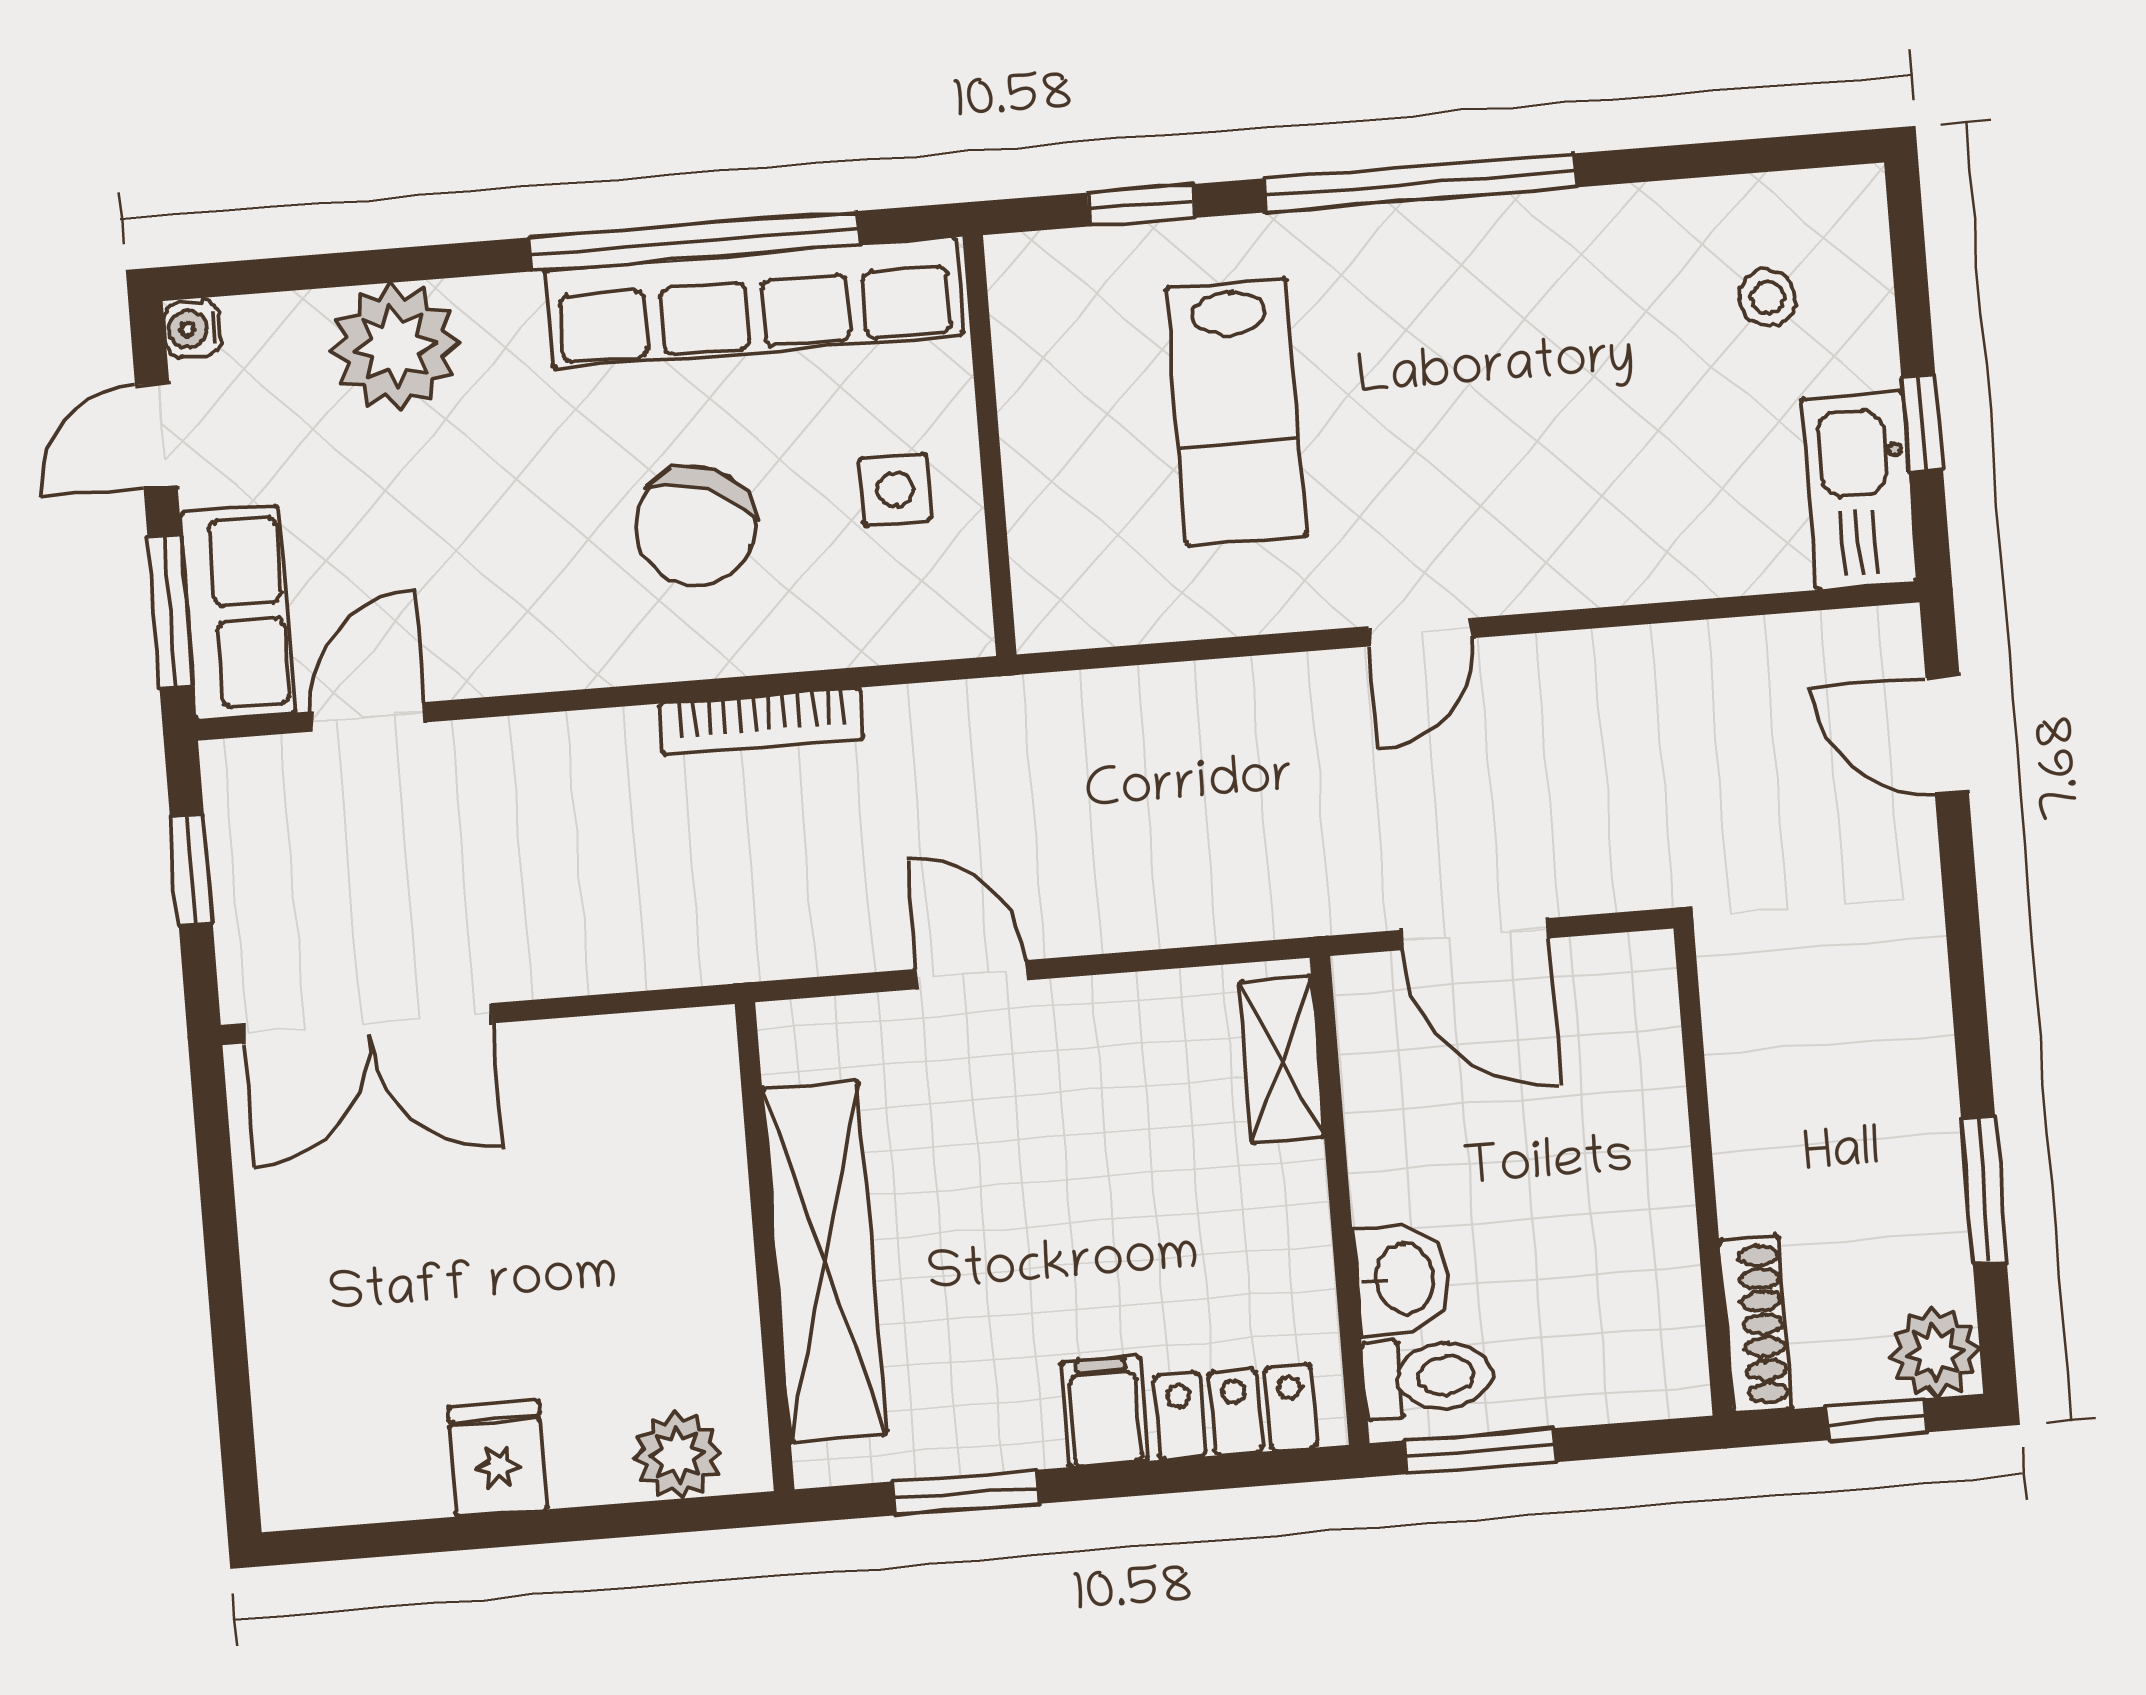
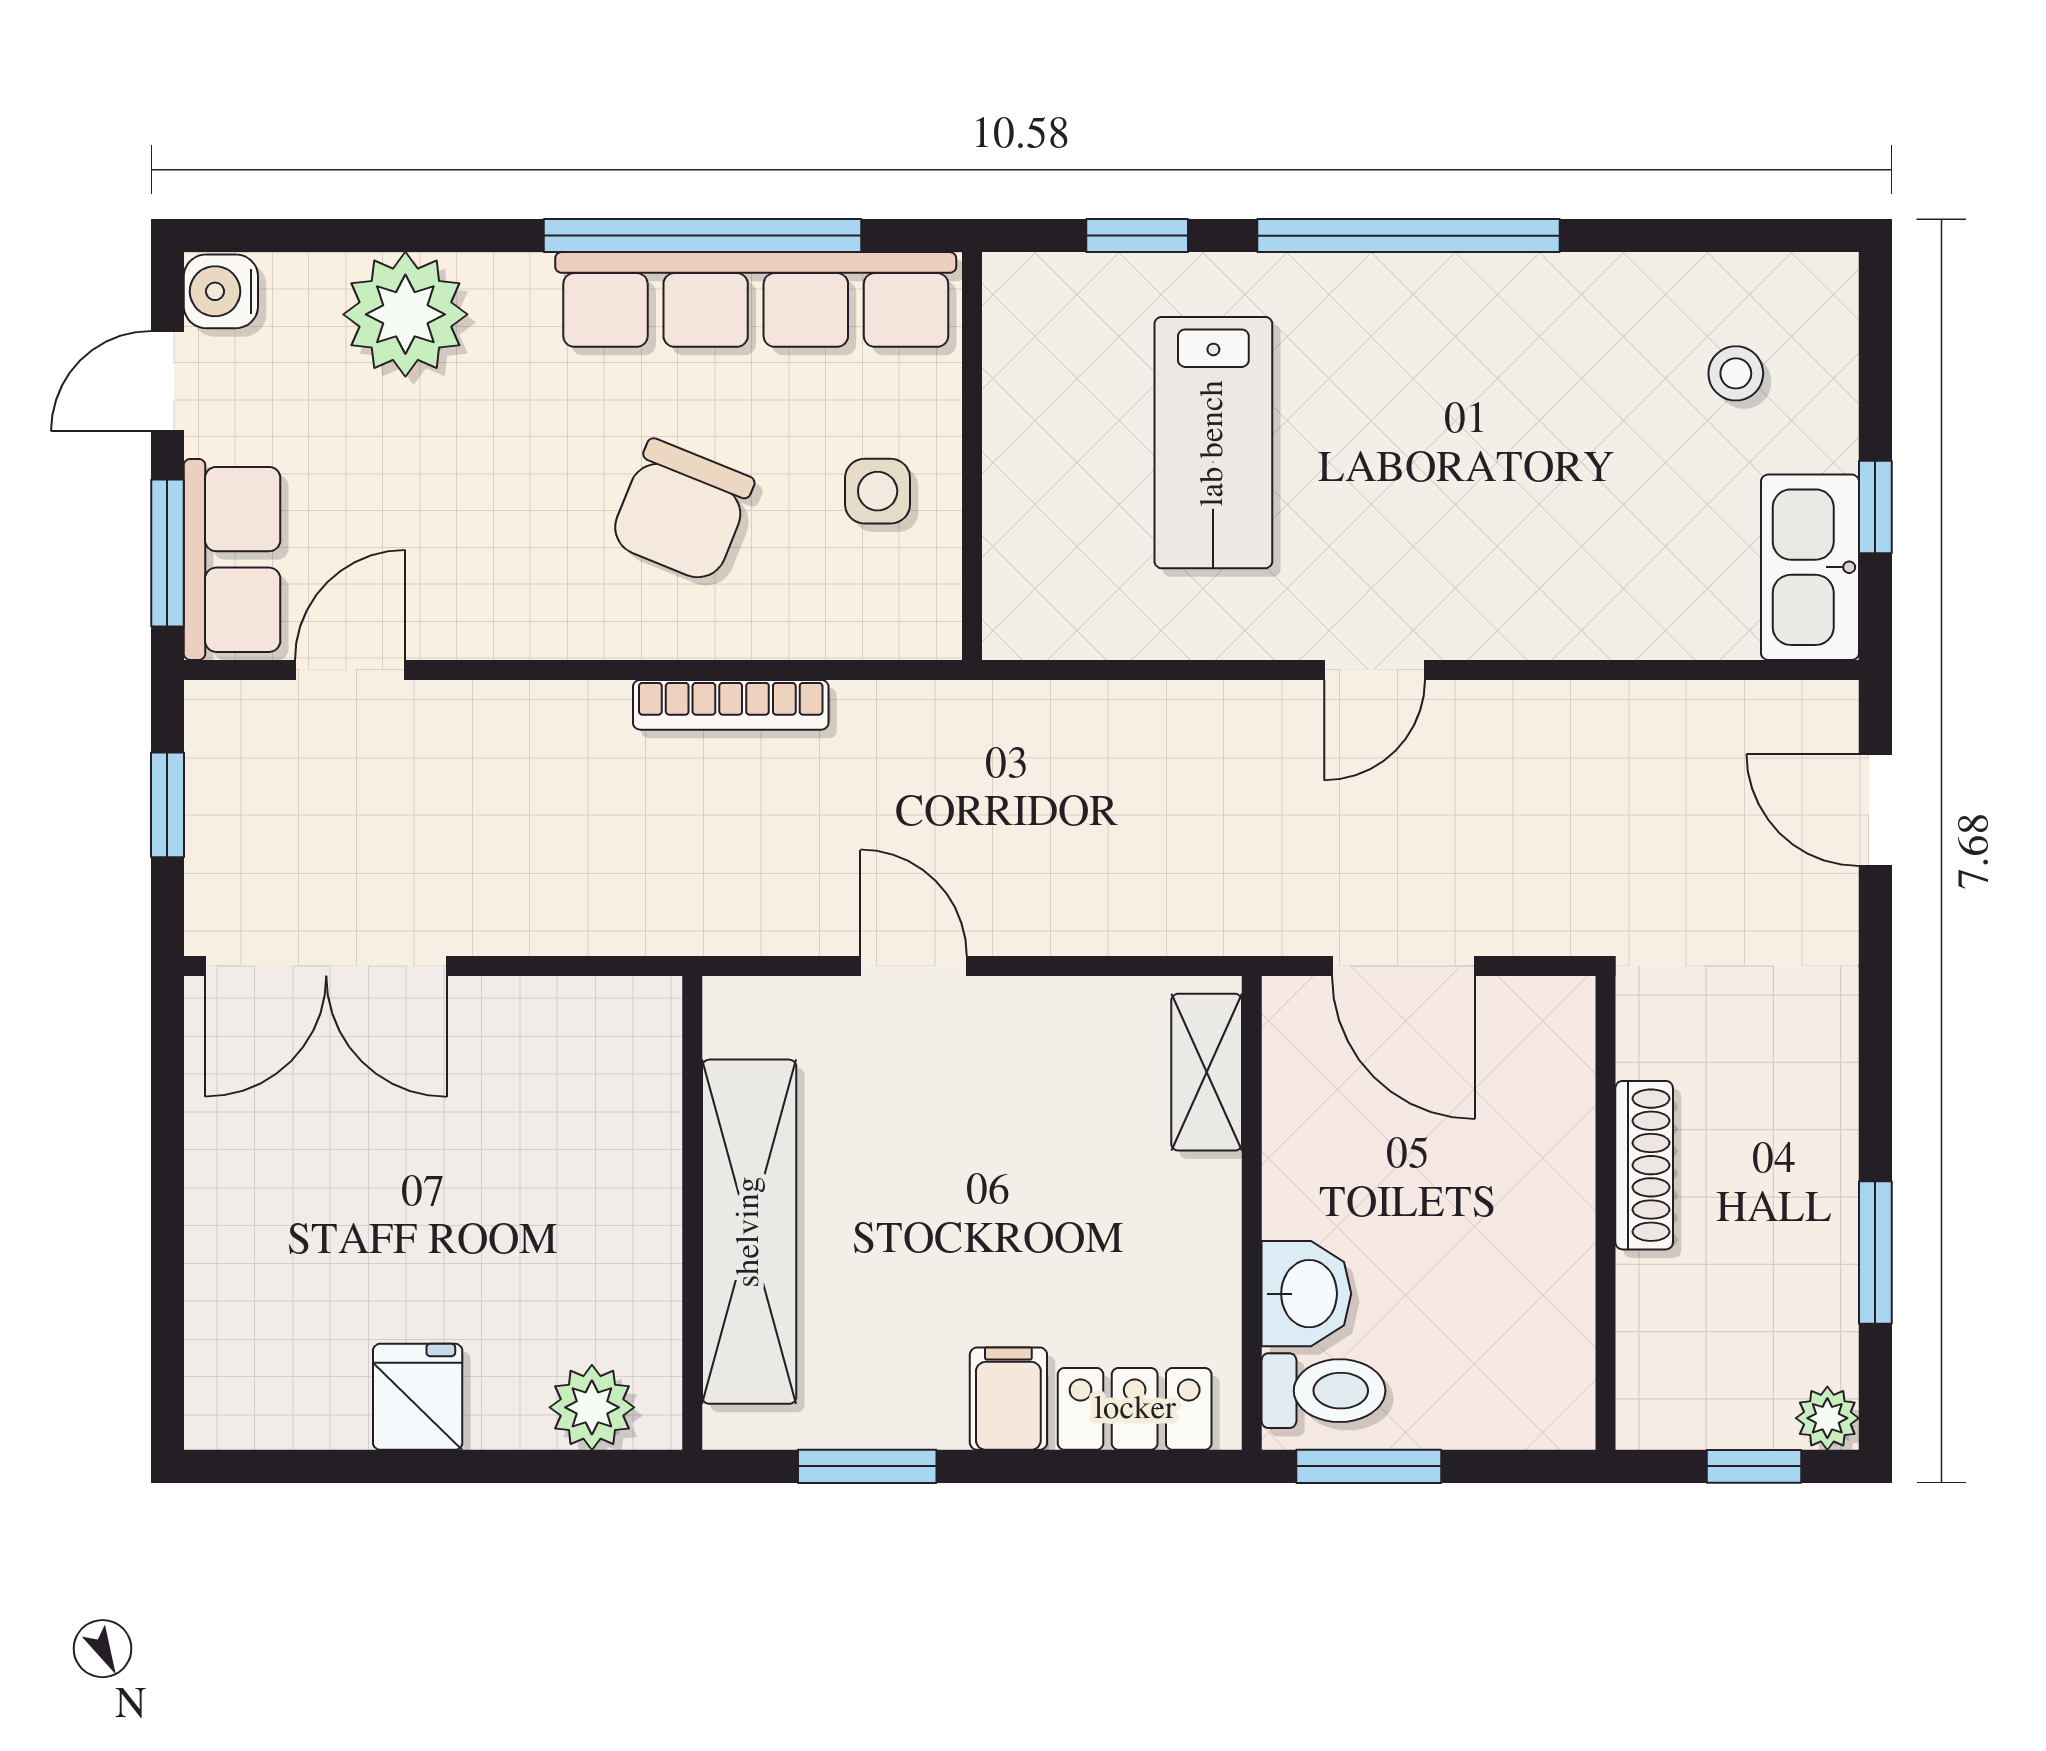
water cooler: (192, 329) -> (221, 291), width x1.38, depth x1.38
shoe rack: (1755, 1325) -> (1644, 1165), moved
plant: (1935, 1353) -> (1827, 1418), width x0.73, depth x0.73

